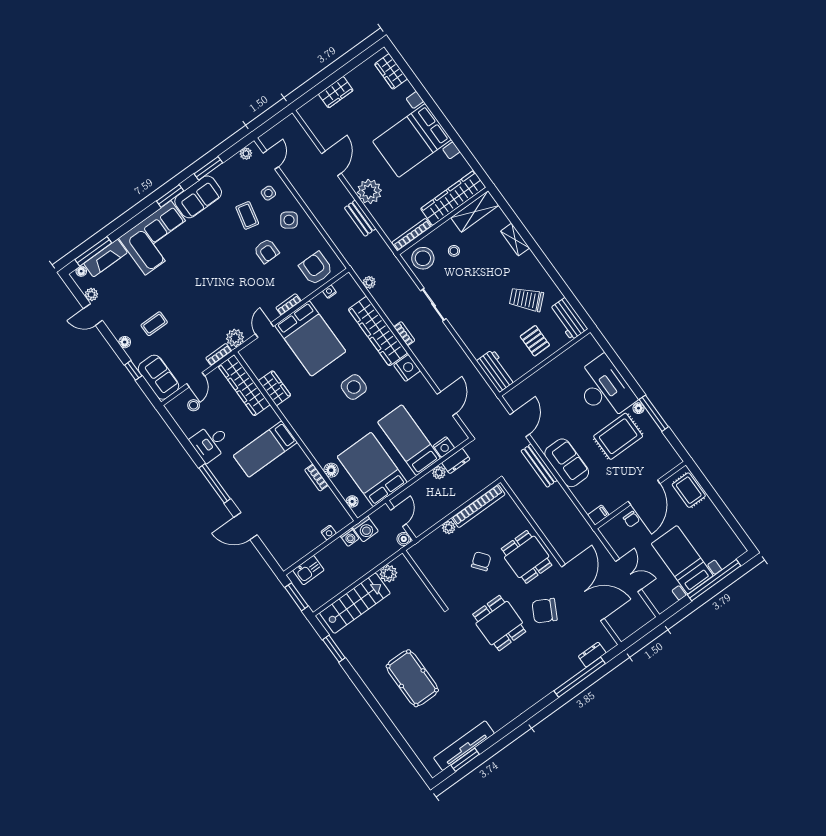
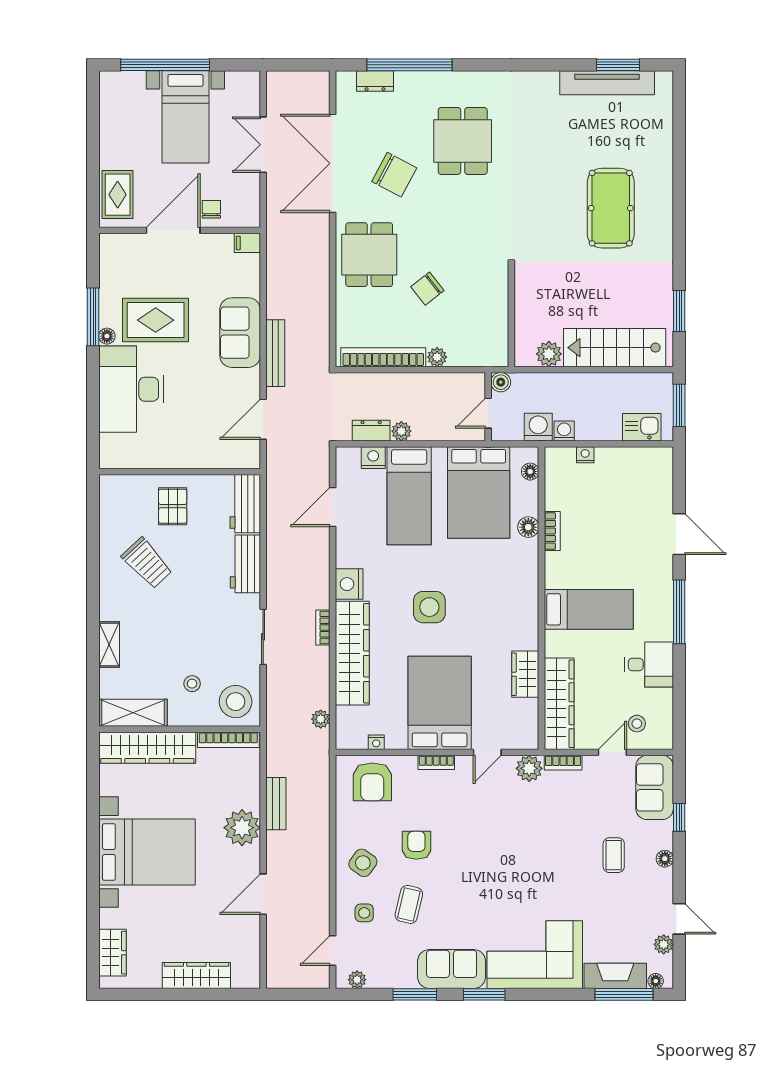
wardrobe: (336, 92) -> (196, 975), width x1.50
workbench: (568, 319) -> (245, 564), moved, turned 180
coffee table: (154, 324) -> (614, 855), turned 90
dining table: (499, 623) -> (463, 141), moved

